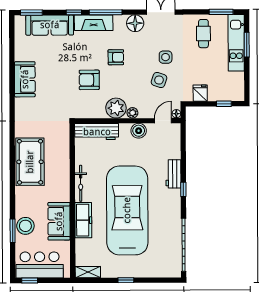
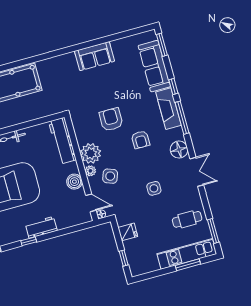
side table: (159, 80) -> (110, 176), moved

